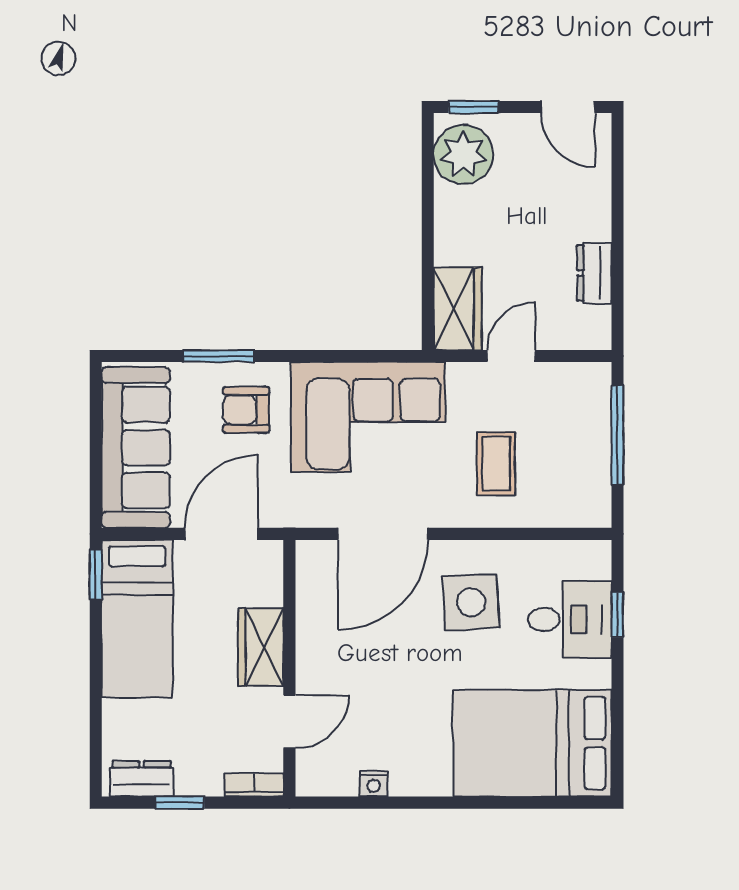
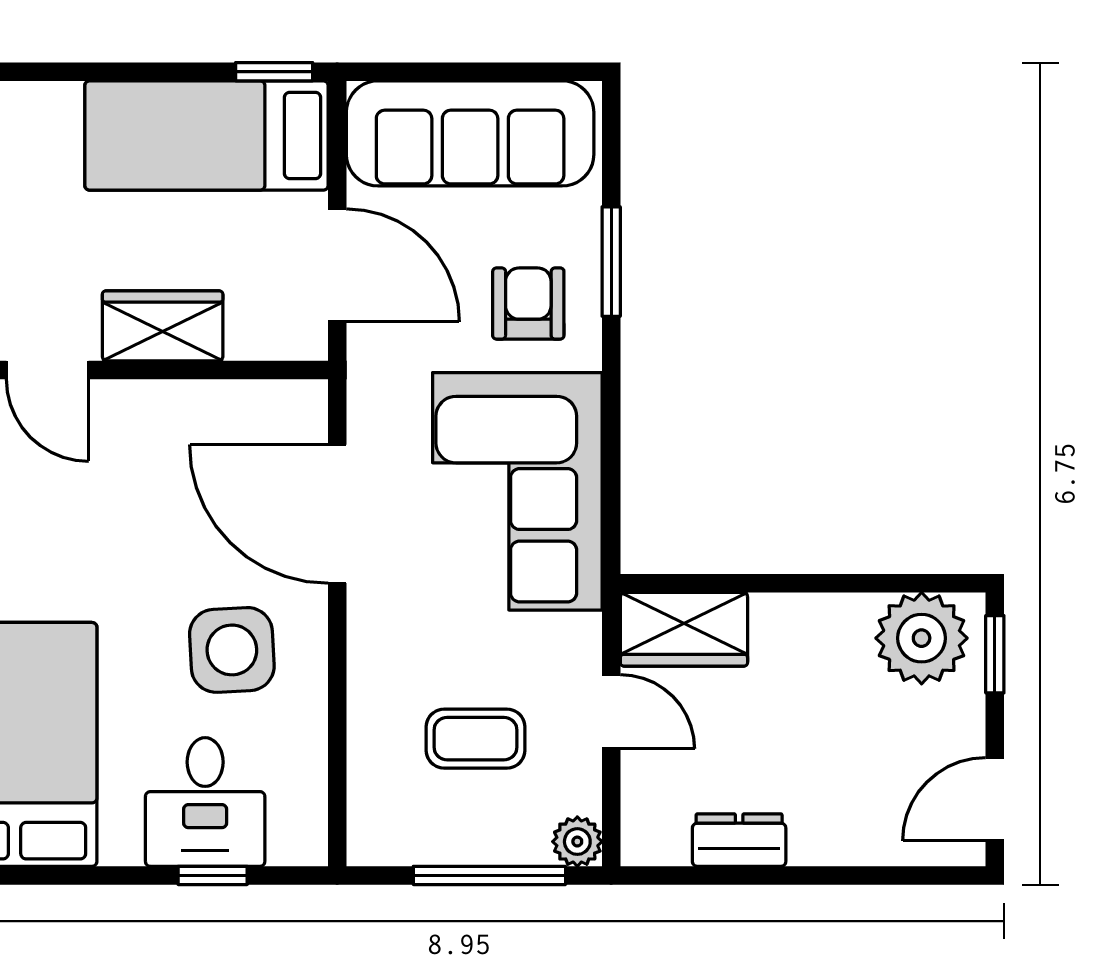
plant: (595, 378) -> (577, 842), added
coffee table: (496, 464) -> (476, 739), moved

